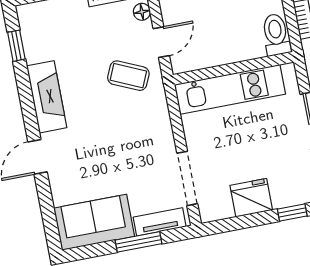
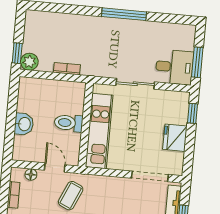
toilet: (276, 35) -> (69, 123), moved

